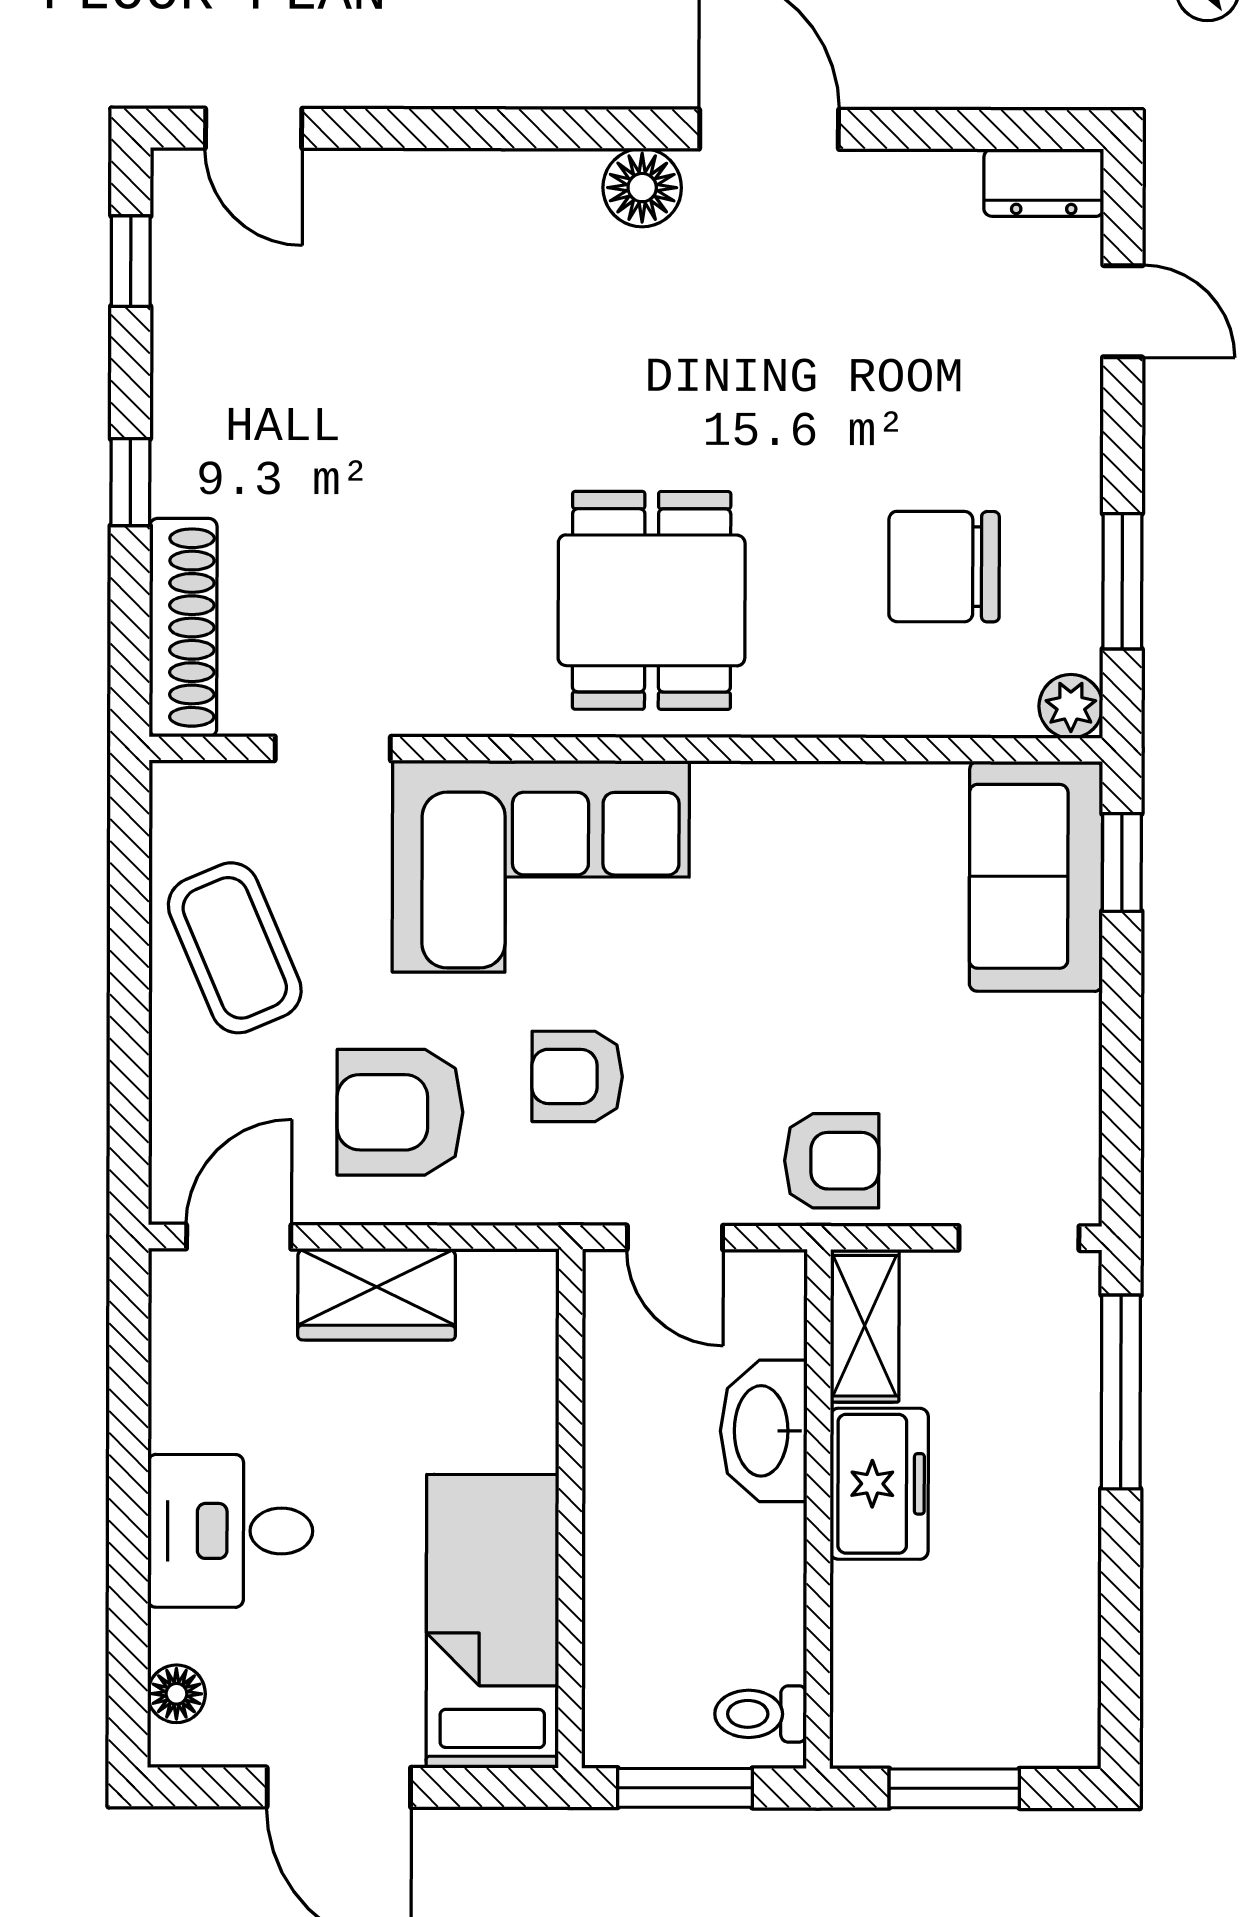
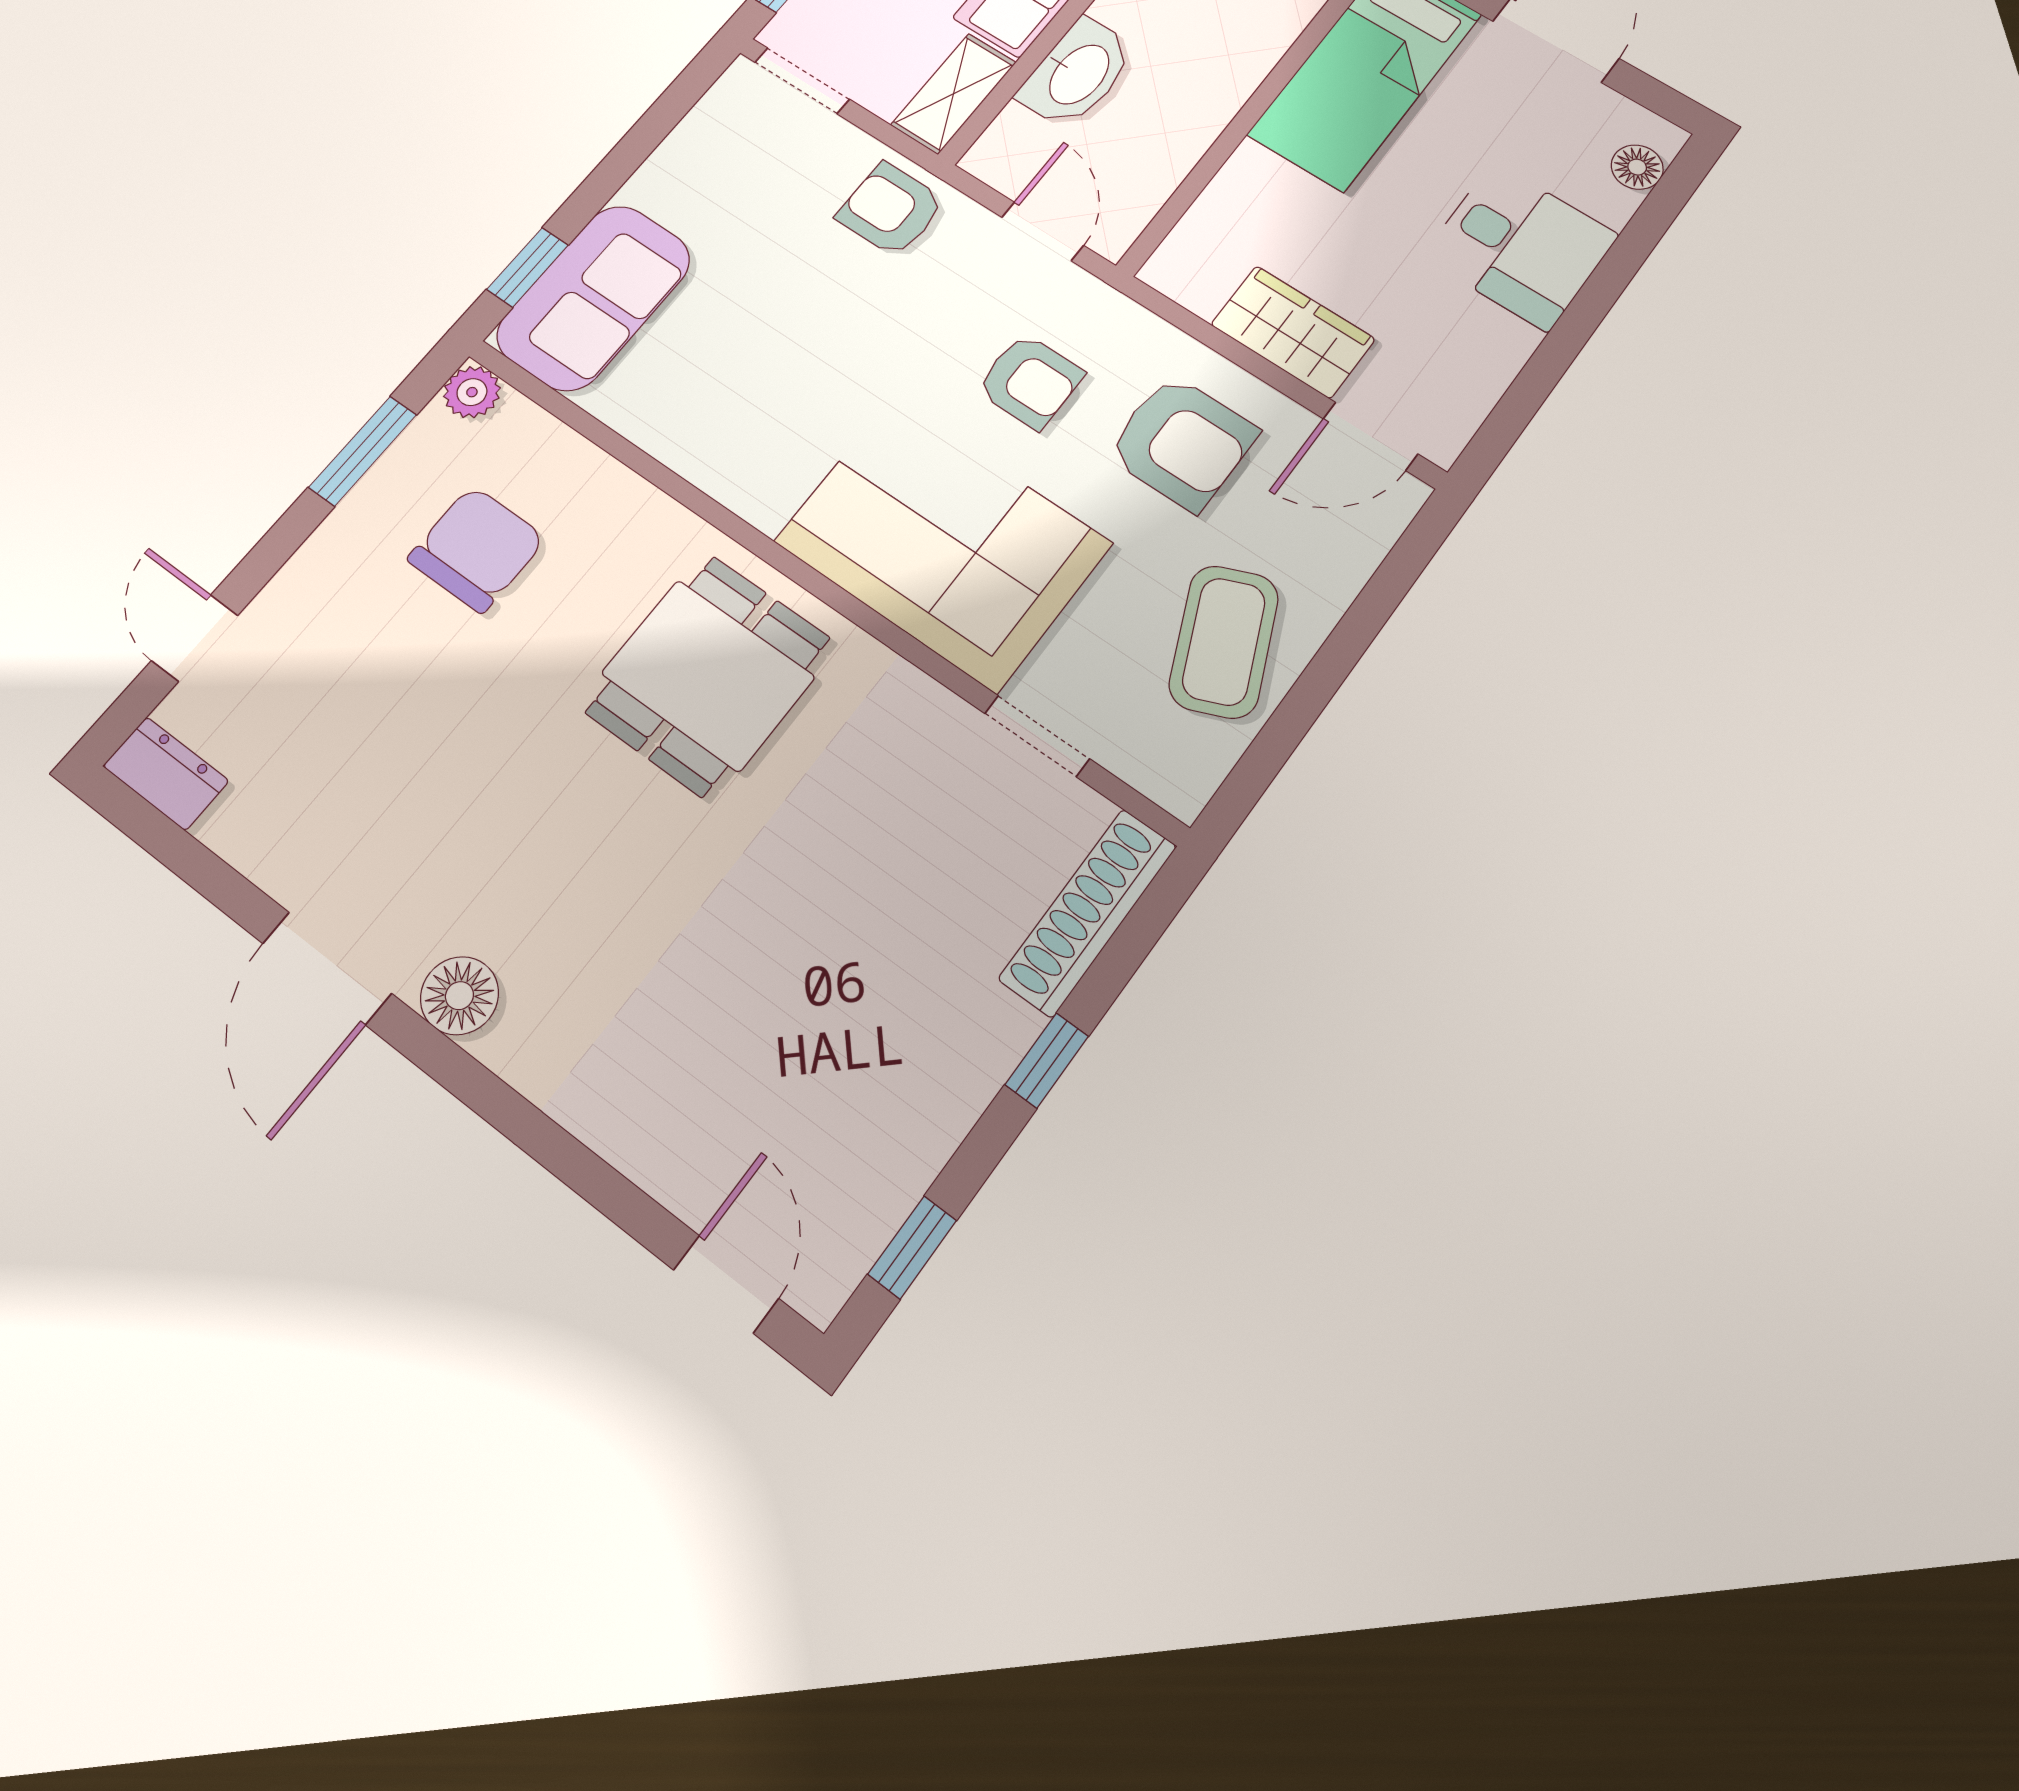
chair: (944, 567) -> (477, 549), turned -90

